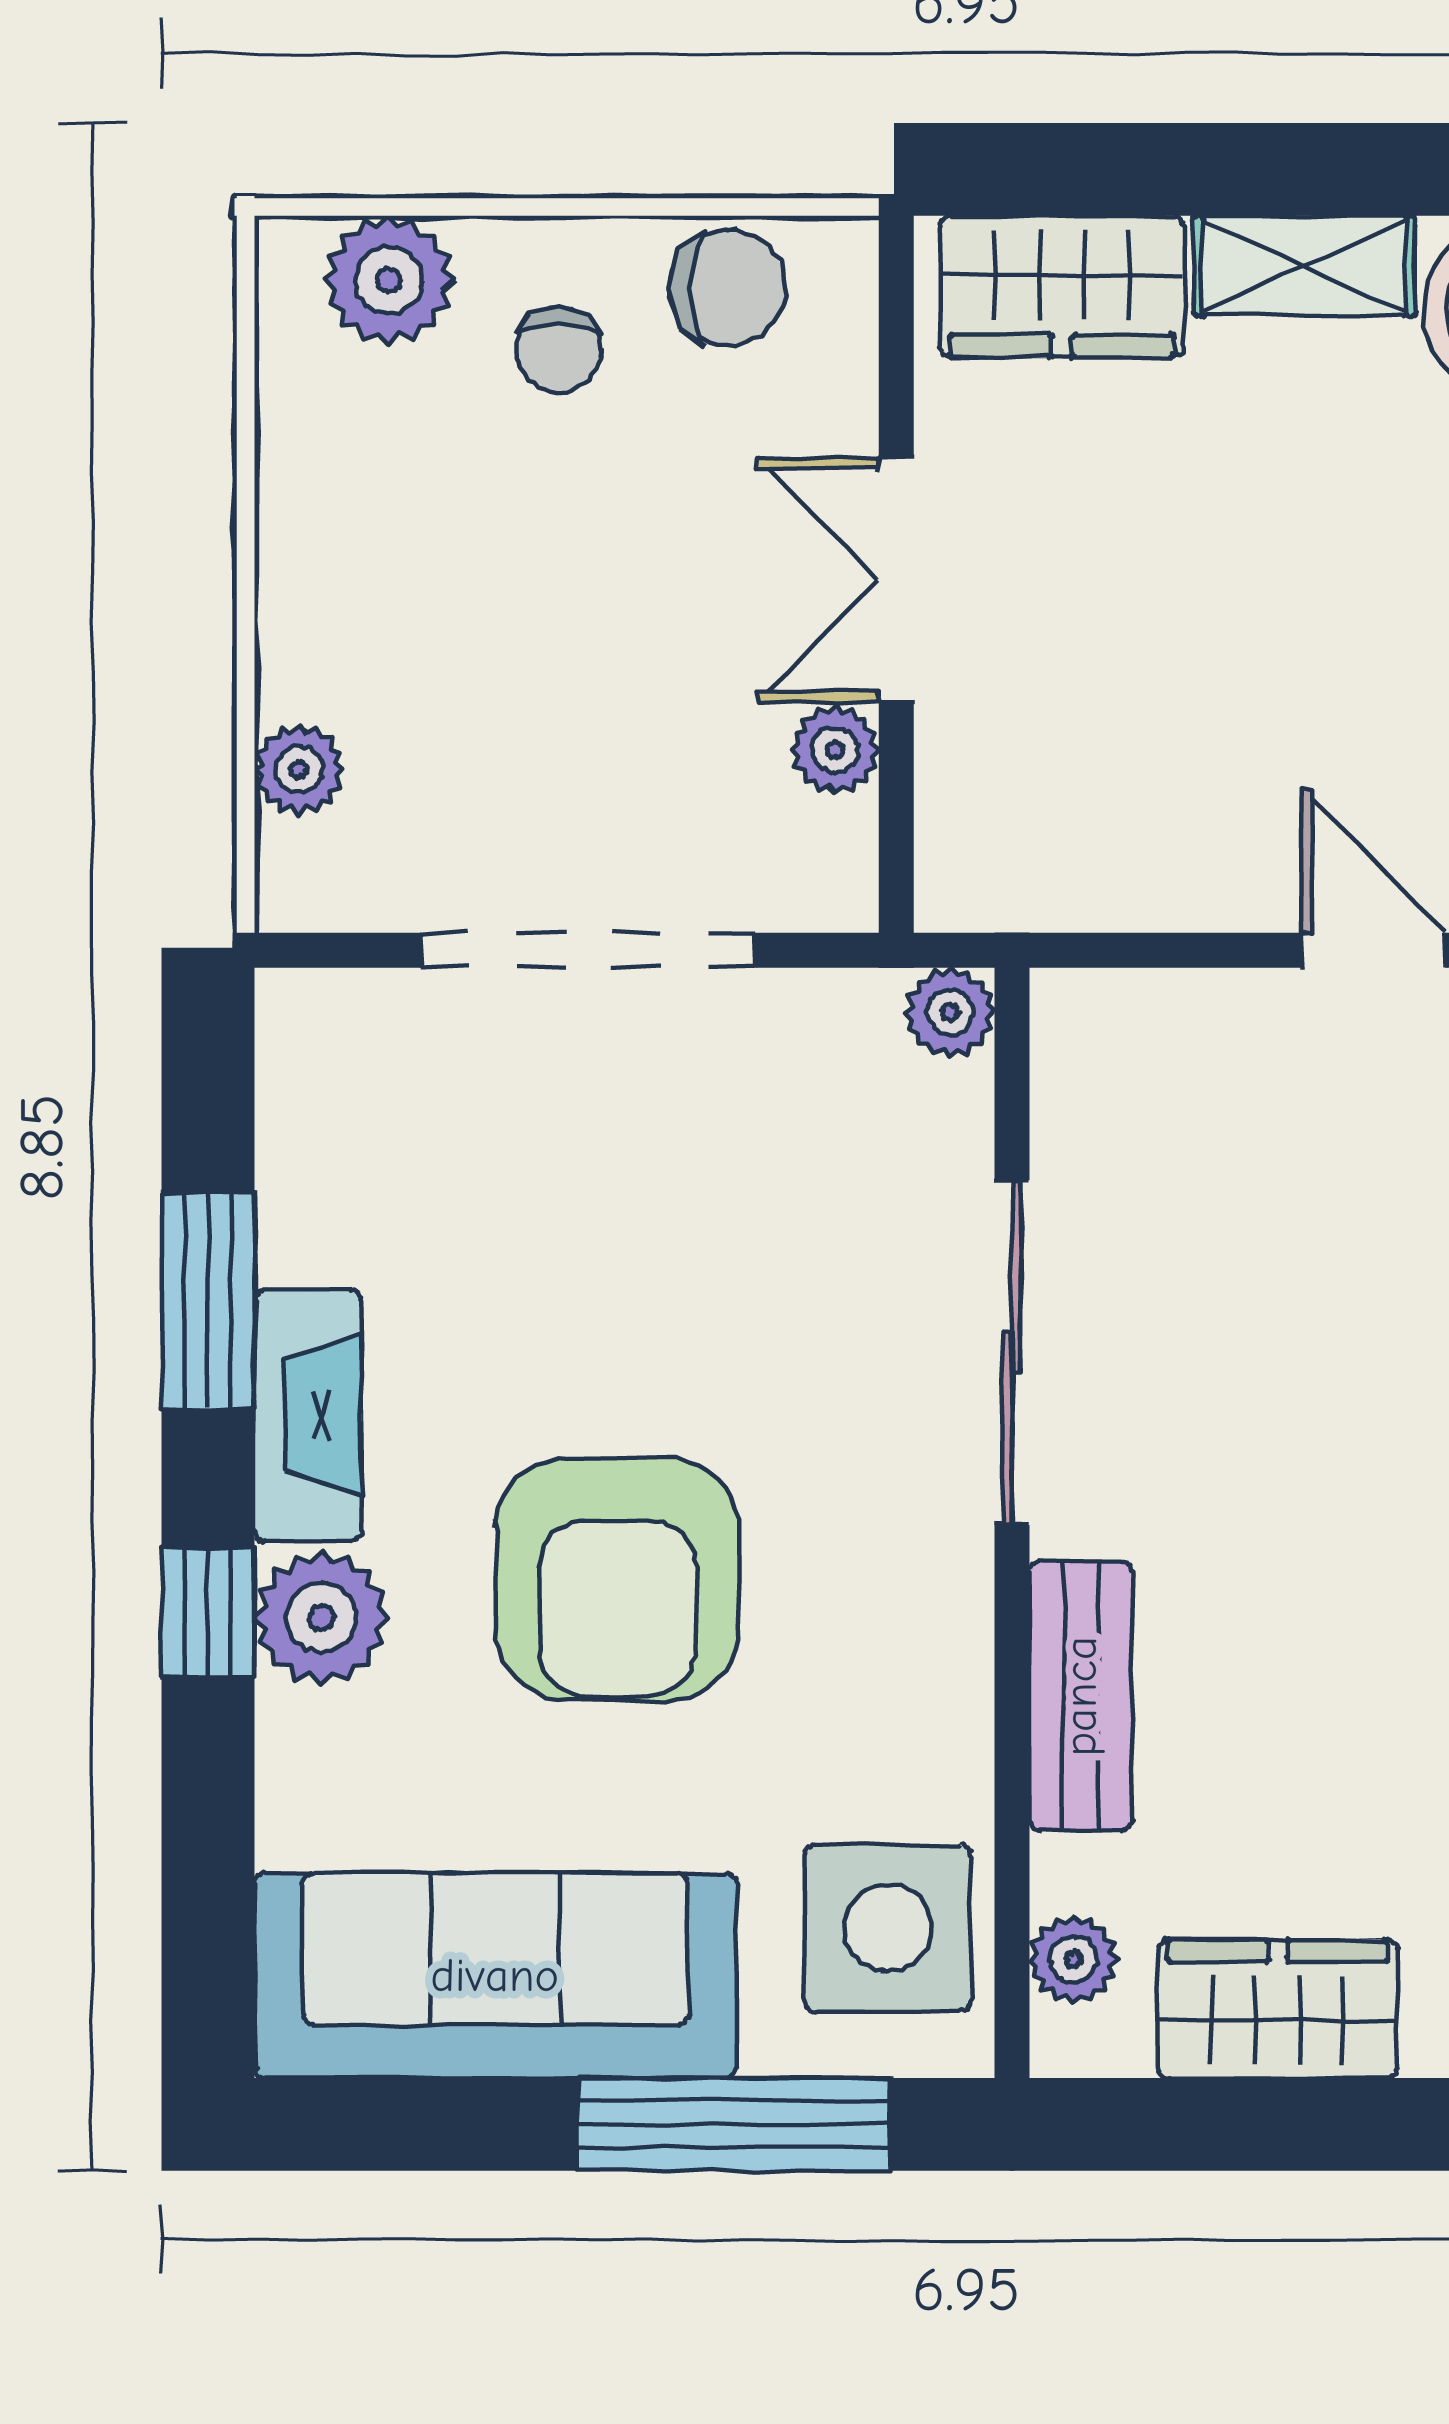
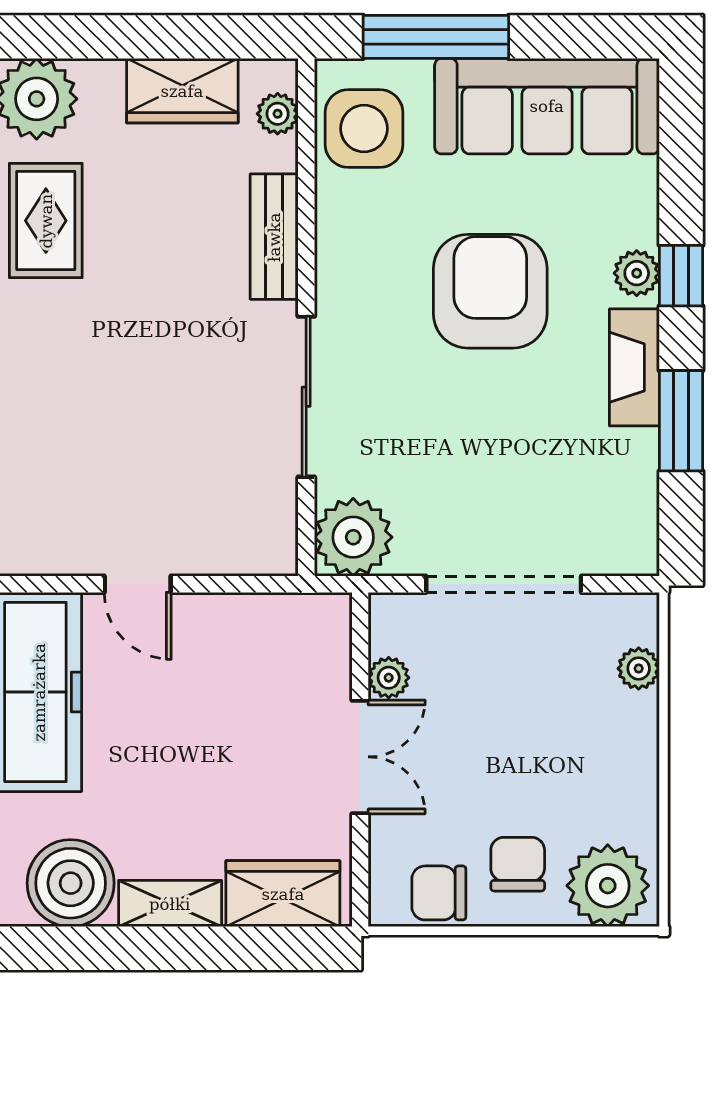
plant: (389, 280) -> (608, 886), width x1.36, depth x1.36
chair: (558, 350) -> (518, 864), width x1.37, depth x1.37
plant: (950, 1012) -> (353, 537), width x1.88, depth x1.88
plant: (321, 1618) -> (637, 273), width x0.73, depth x0.73

